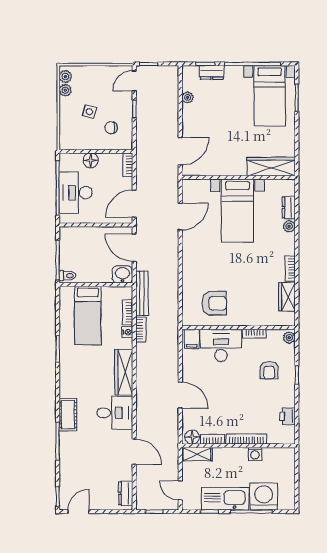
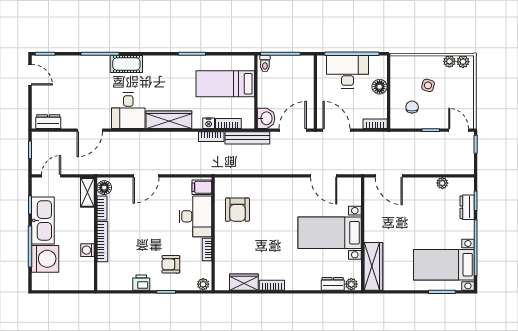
plant: (289, 226) -> (351, 284), moved
printer: (288, 416) -> (141, 283), moved

